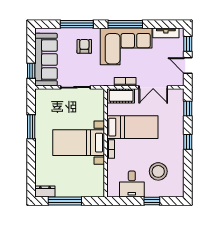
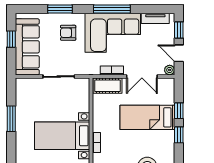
window: (77, 24) -> (60, 9), width x0.69
armchair: (84, 46) -> (68, 33), turned -90
window: (31, 71) -> (11, 39), moved
plant: (179, 81) -> (170, 70), added
window: (188, 108) -> (179, 111), moved
bed: (132, 127) -> (147, 117), moved, turned 180

